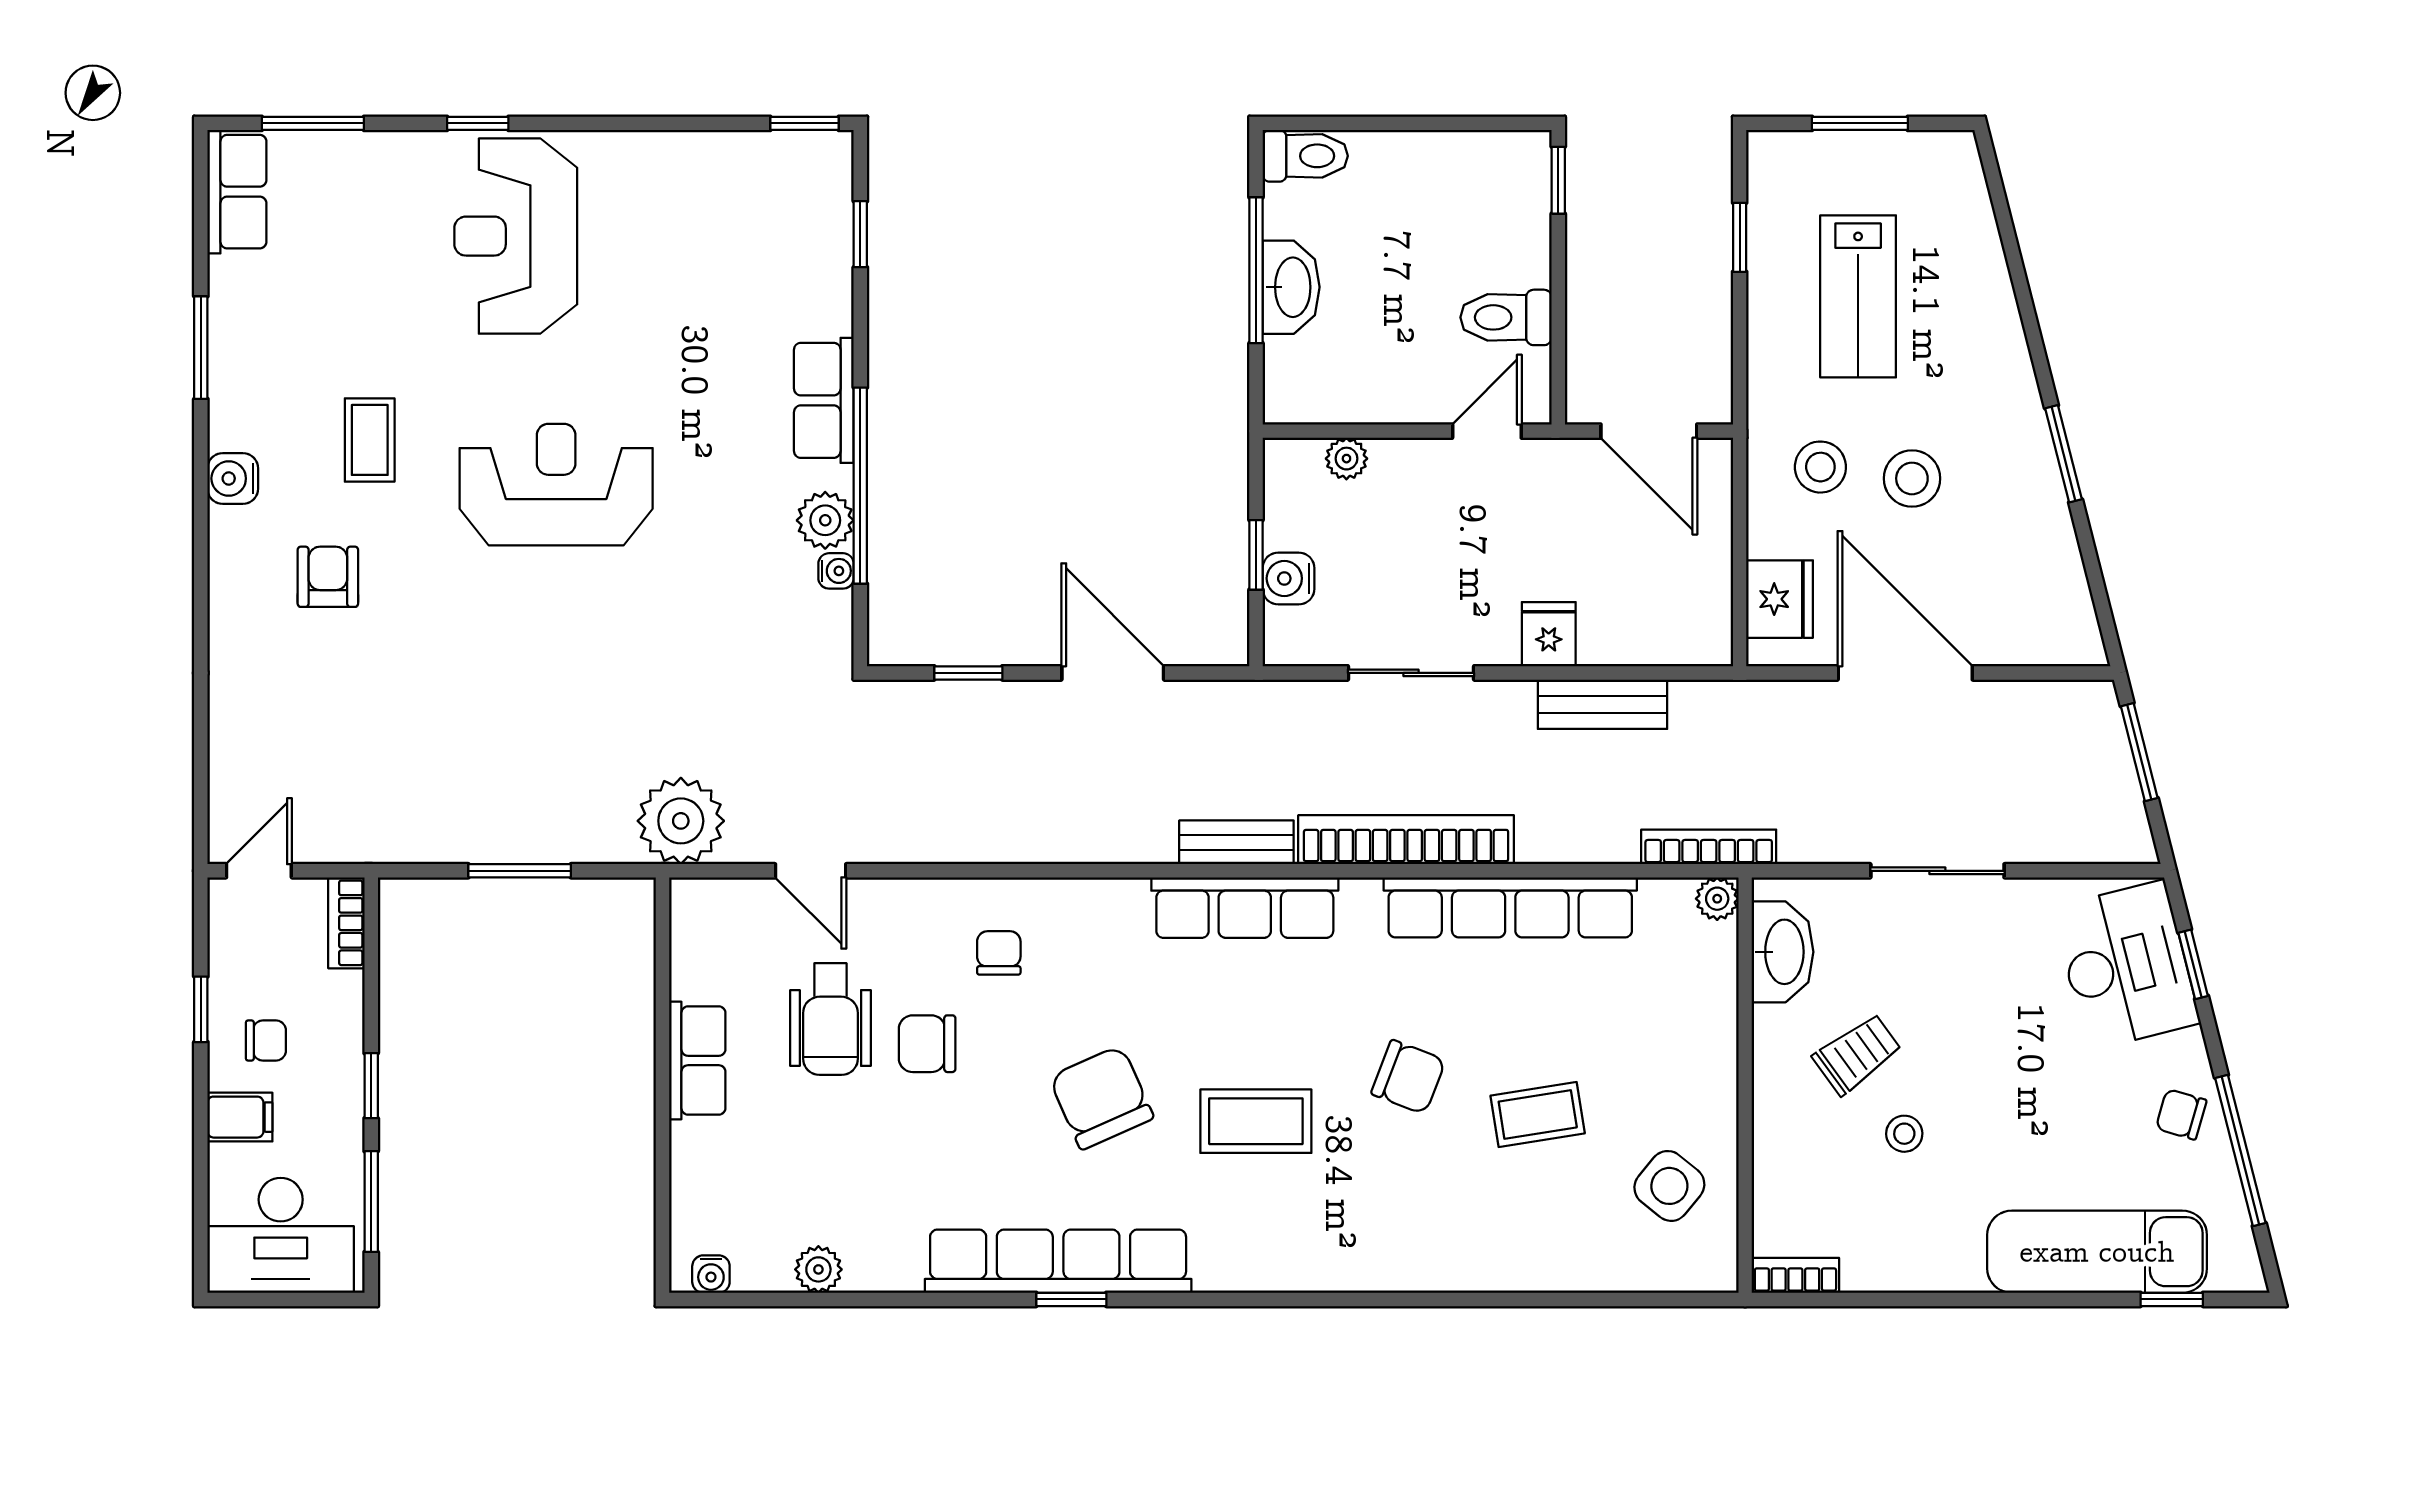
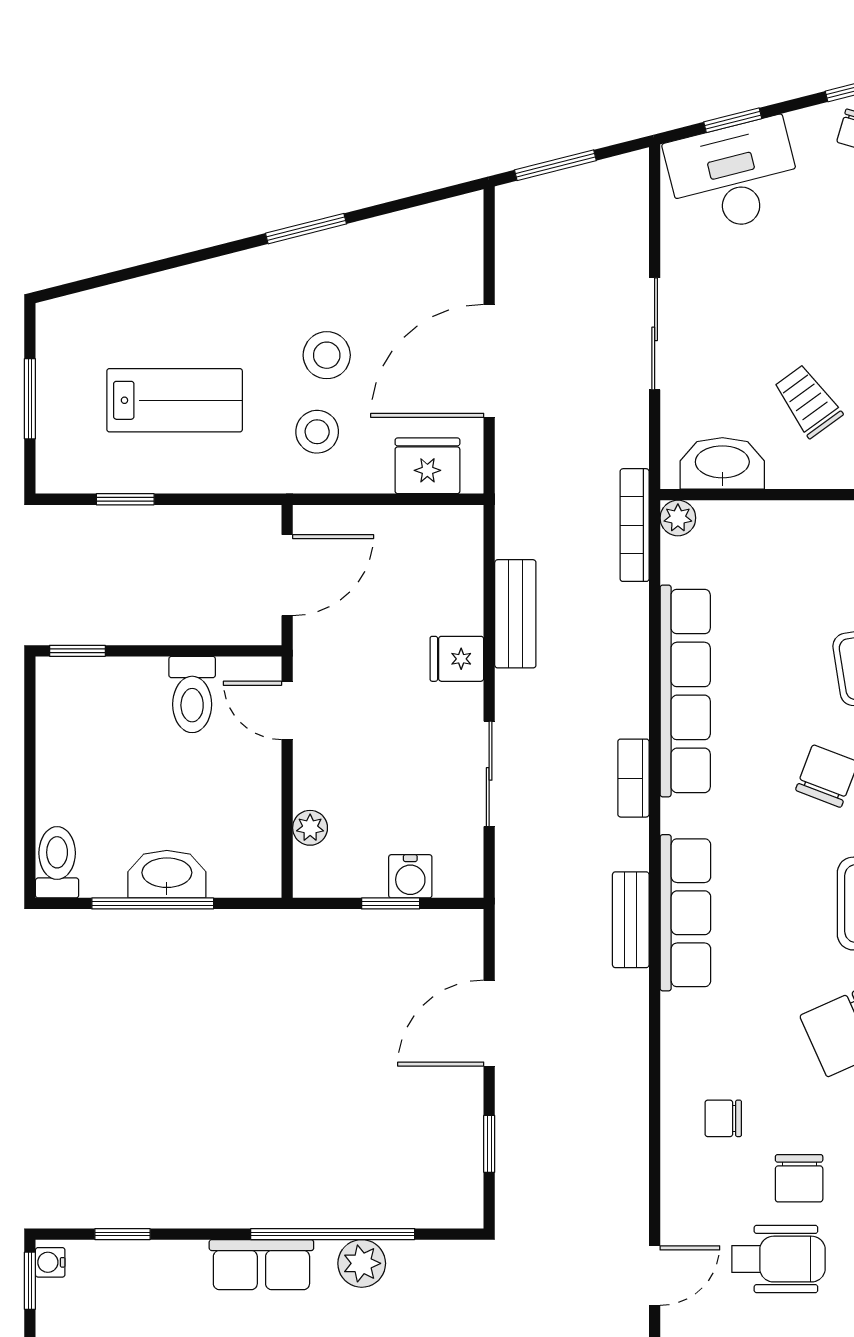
water cooler: (836, 571) -> (50, 1262), moved, turned -90
bookcase: (1406, 840) -> (633, 778), width x0.43, depth x0.76

